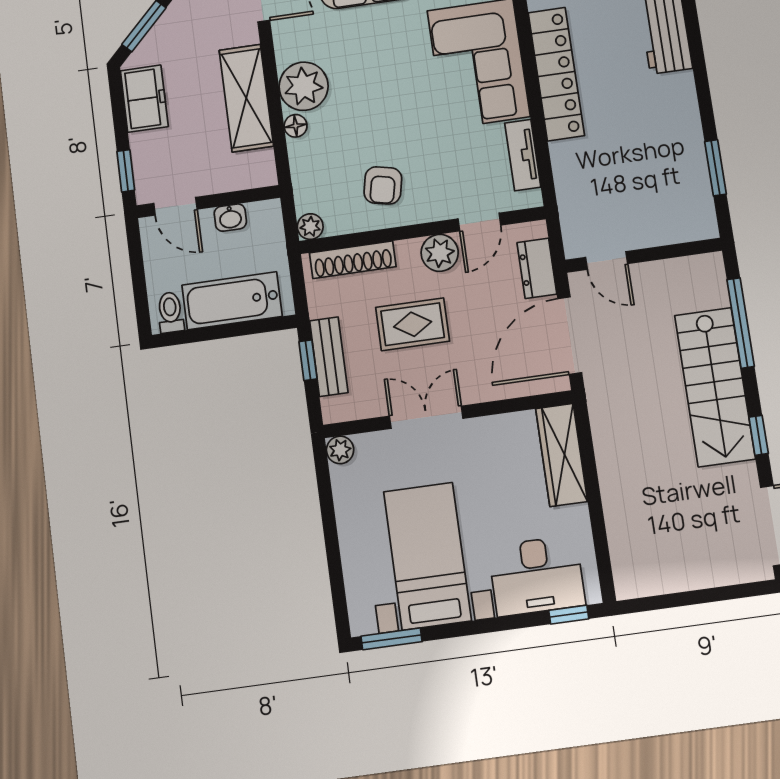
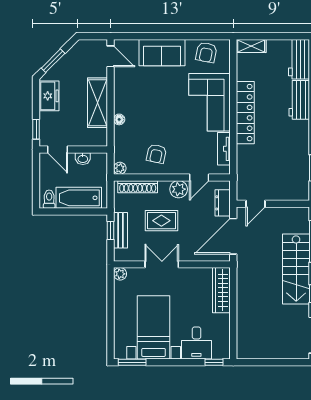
plant: (304, 86) -> (125, 101), removed
door: (607, 260) -> (255, 204), hinge flipped
desk: (537, 576) -> (196, 343), width x0.73

